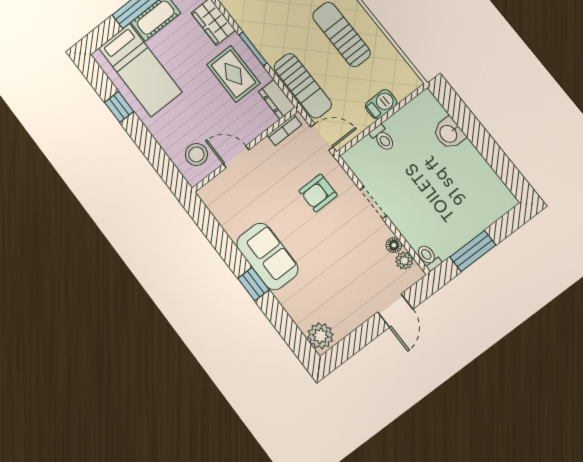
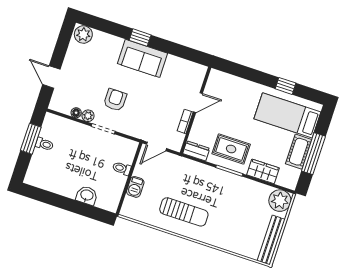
sun lounger: (303, 86) -> (187, 168), removed
bookcase: (284, 130) -> (185, 121), moved
stool: (196, 154) -> (222, 89), removed
armchair: (318, 193) -> (115, 100), moved
toilet: (428, 257) -> (44, 144), moved
plant: (404, 261) -> (88, 116), moved

